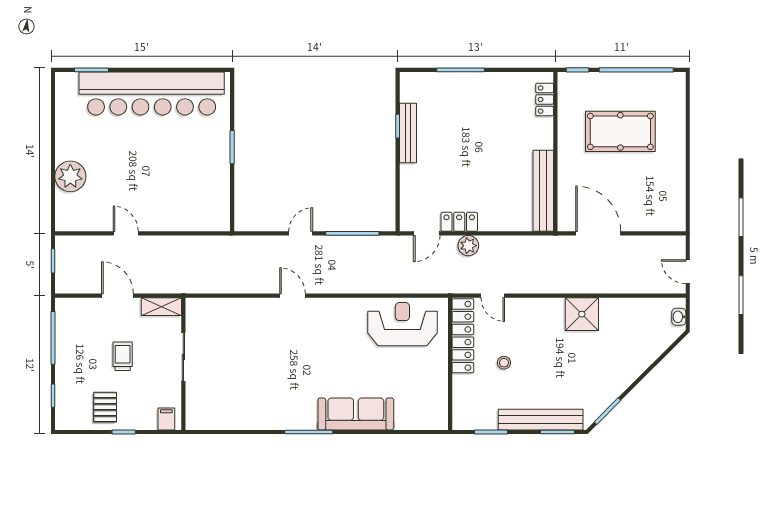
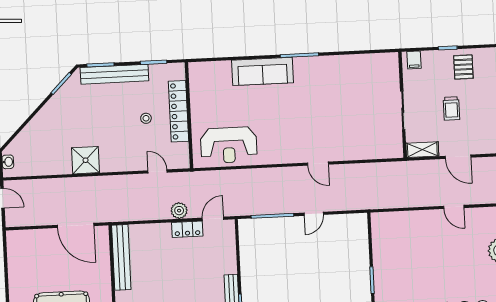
locker: (463, 336) -> (179, 111), moved

